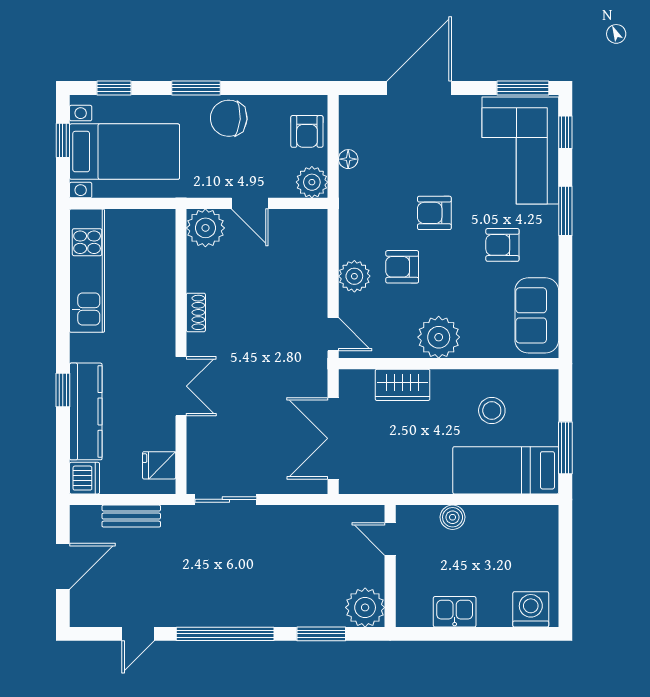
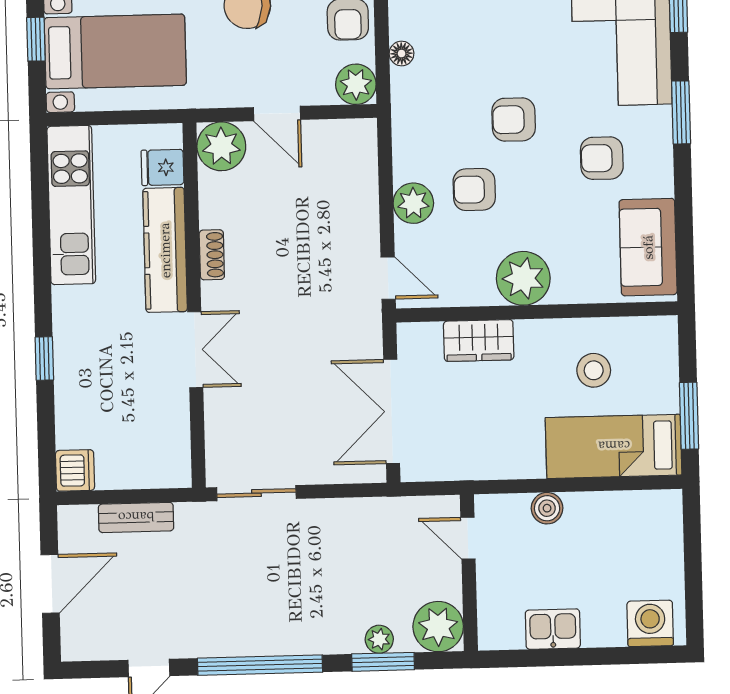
kitchen counter: (86, 411) -> (165, 250), moved, turned 180
fridge: (159, 465) -> (162, 167), moved
plant: (319, 616) -> (379, 639), added

